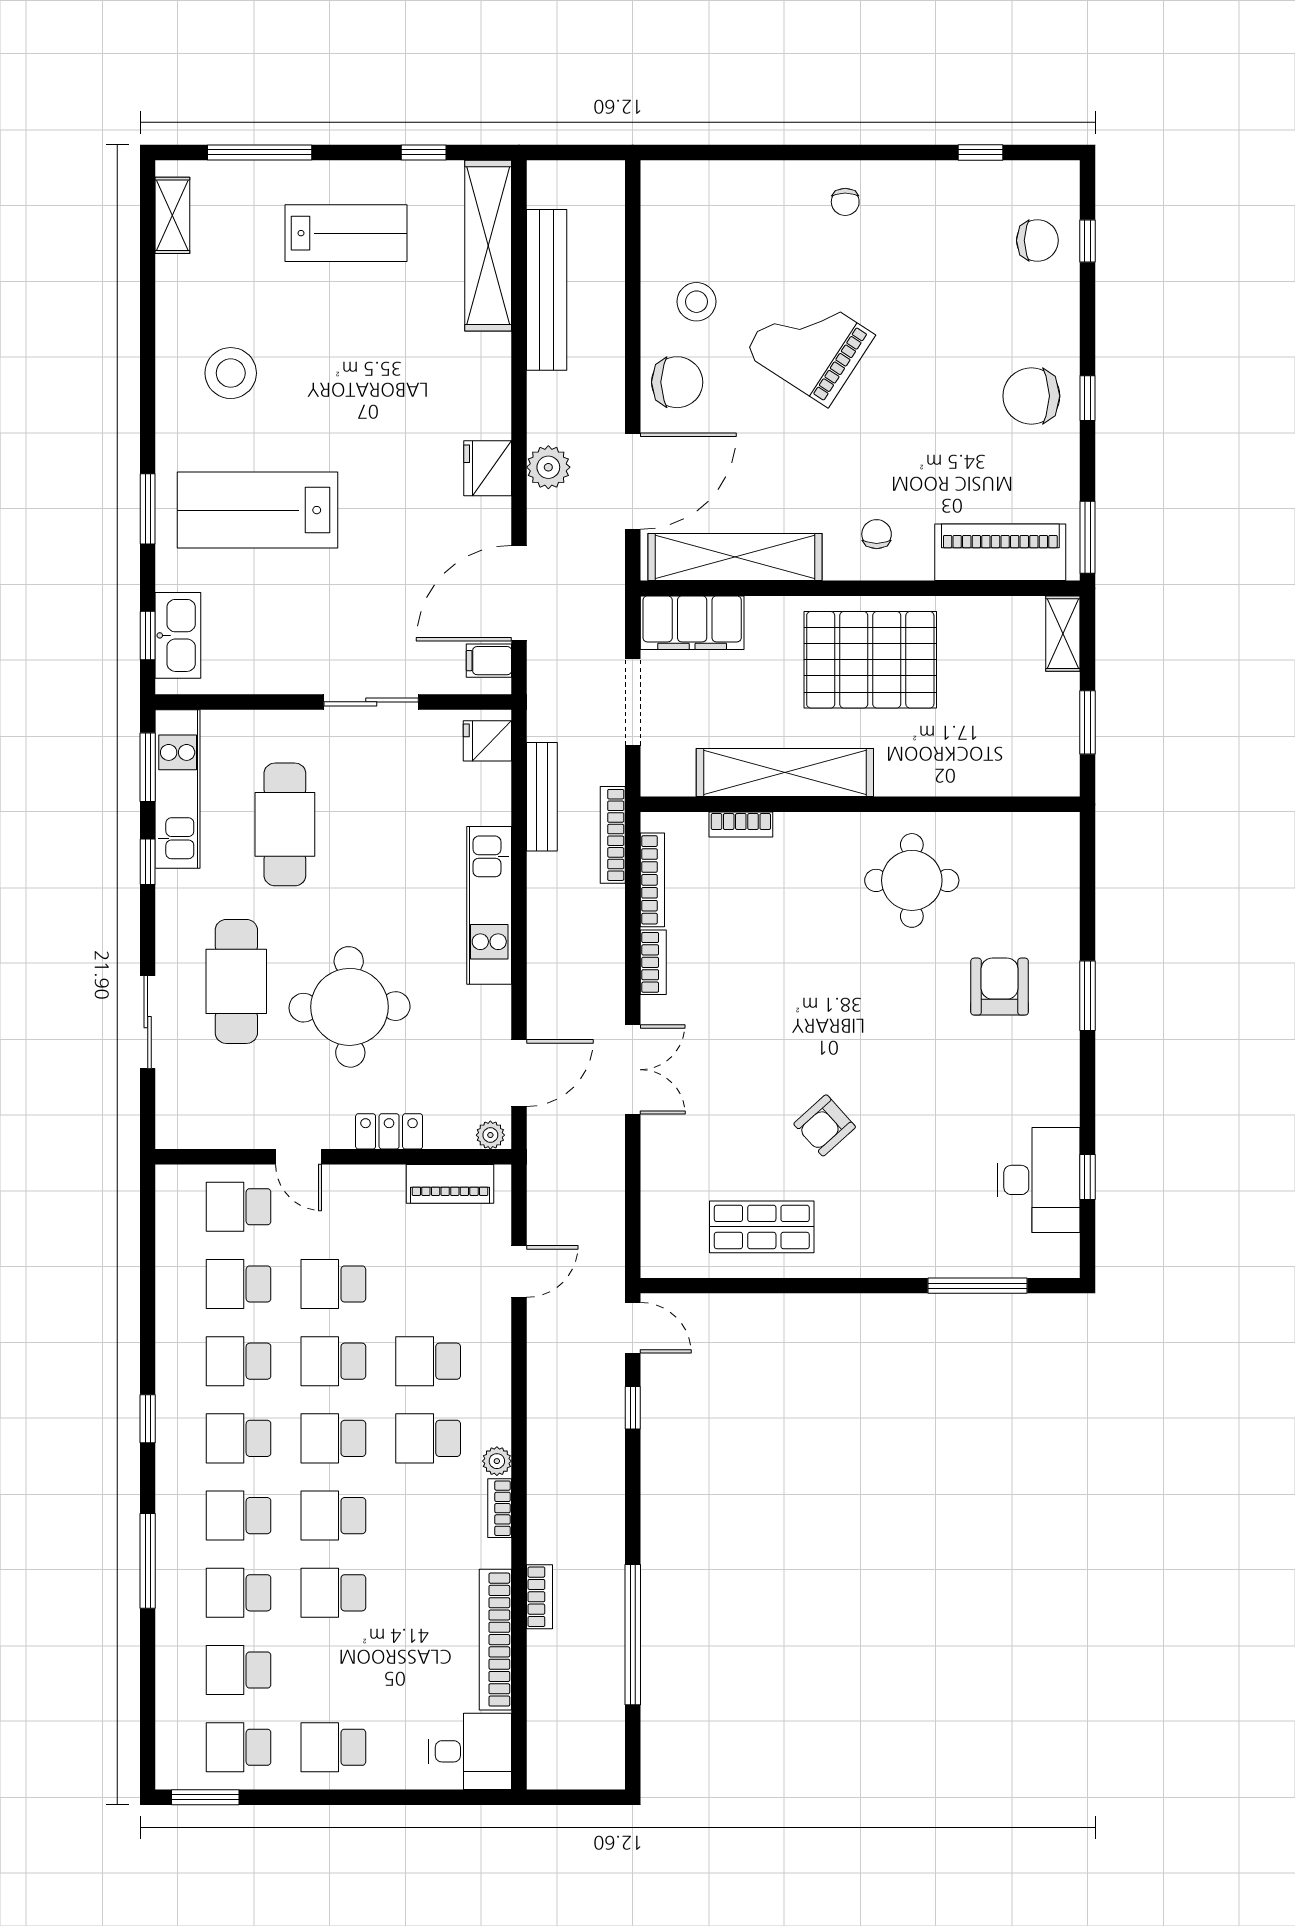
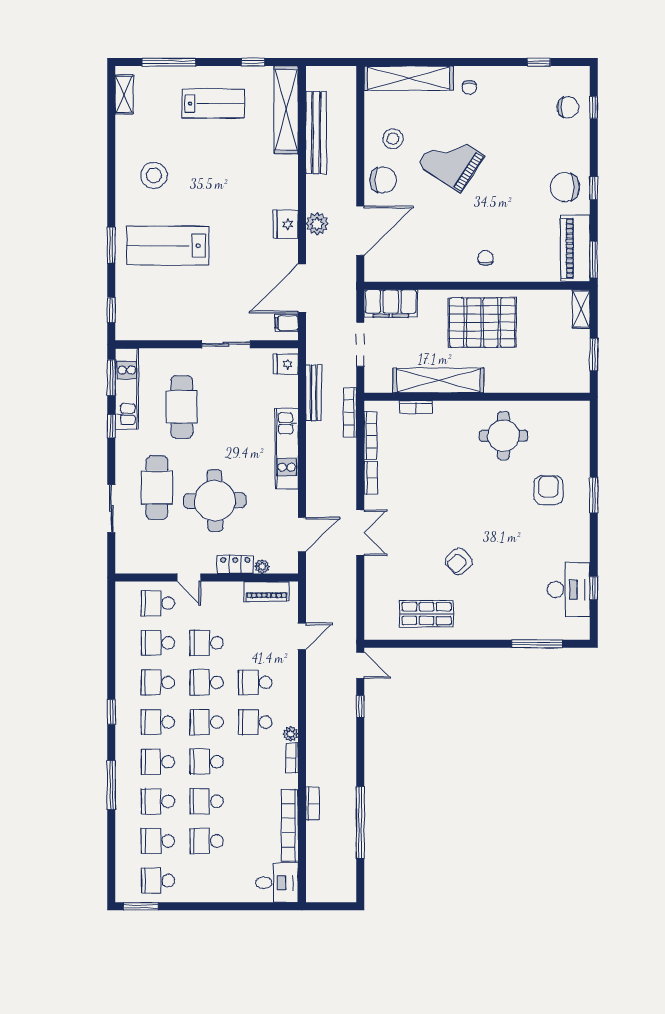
piano: (1000, 552) -> (575, 248), moved, turned -90
shelving: (735, 557) -> (409, 78), moved
kitchen sink: (178, 635) -> (127, 310), removed
plant: (490, 1135) -> (262, 566), moved
school desk: (333, 1747) -> (207, 841), moved

